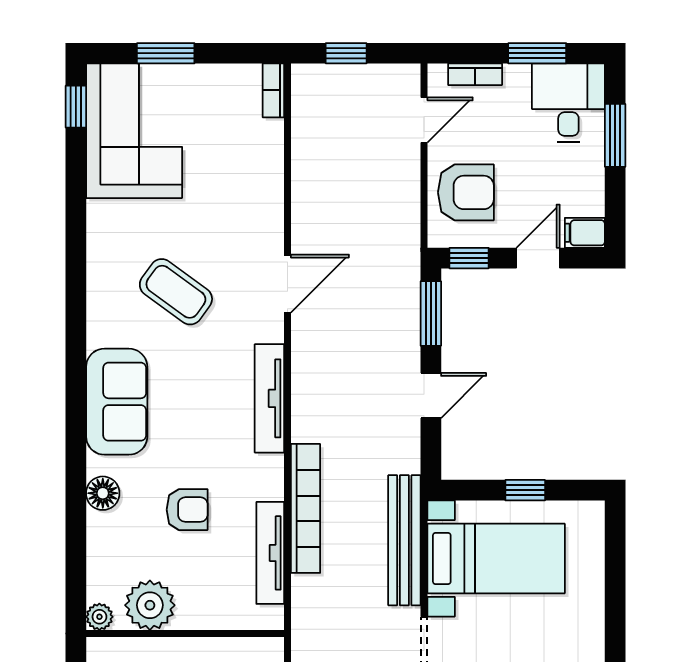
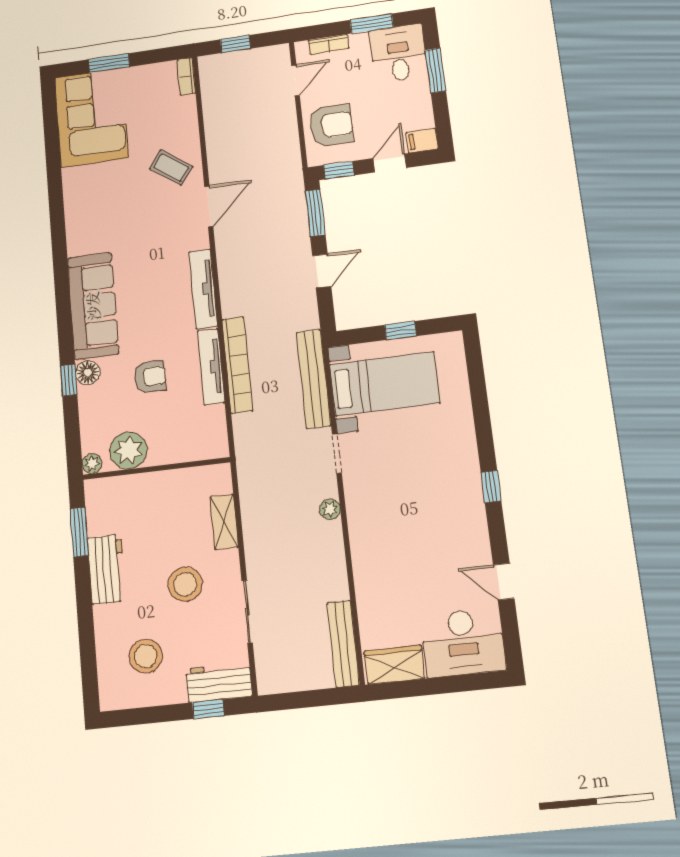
window: (76, 107) -> (69, 380), moved
coffee table: (176, 292) -> (171, 168), moved, width x0.73, depth x0.77
sofa: (117, 402) -> (93, 306), width x1.36
tv unit: (270, 553) -> (211, 367), moved

